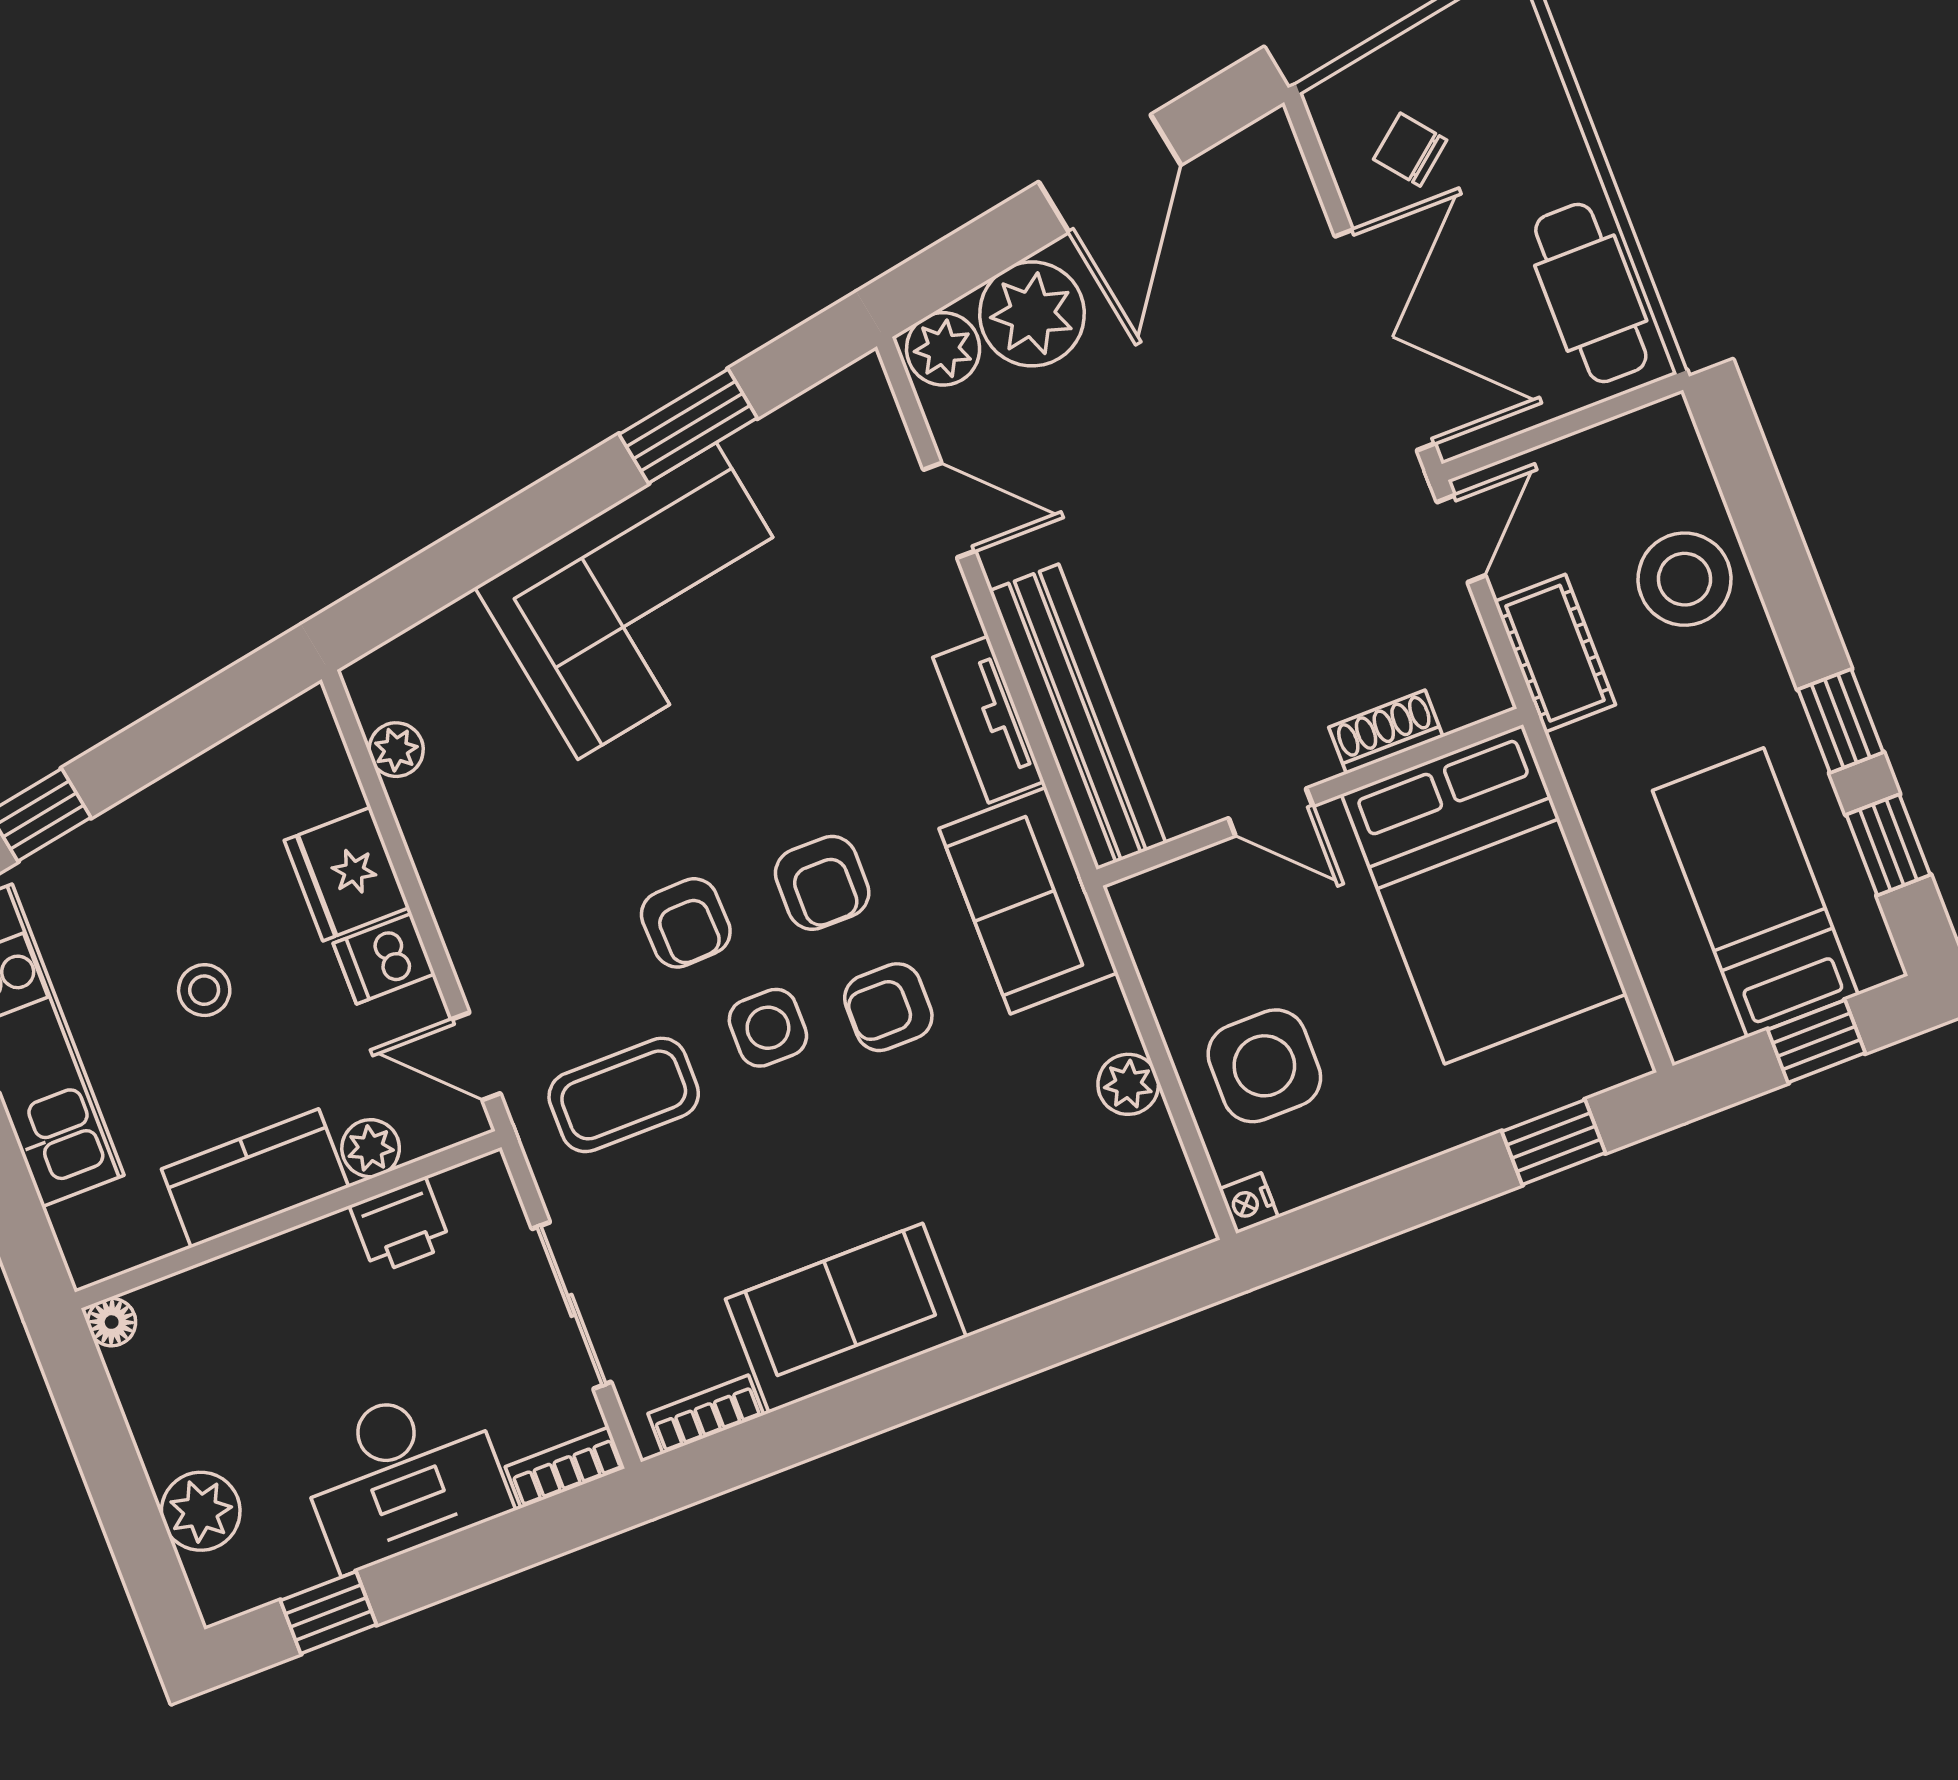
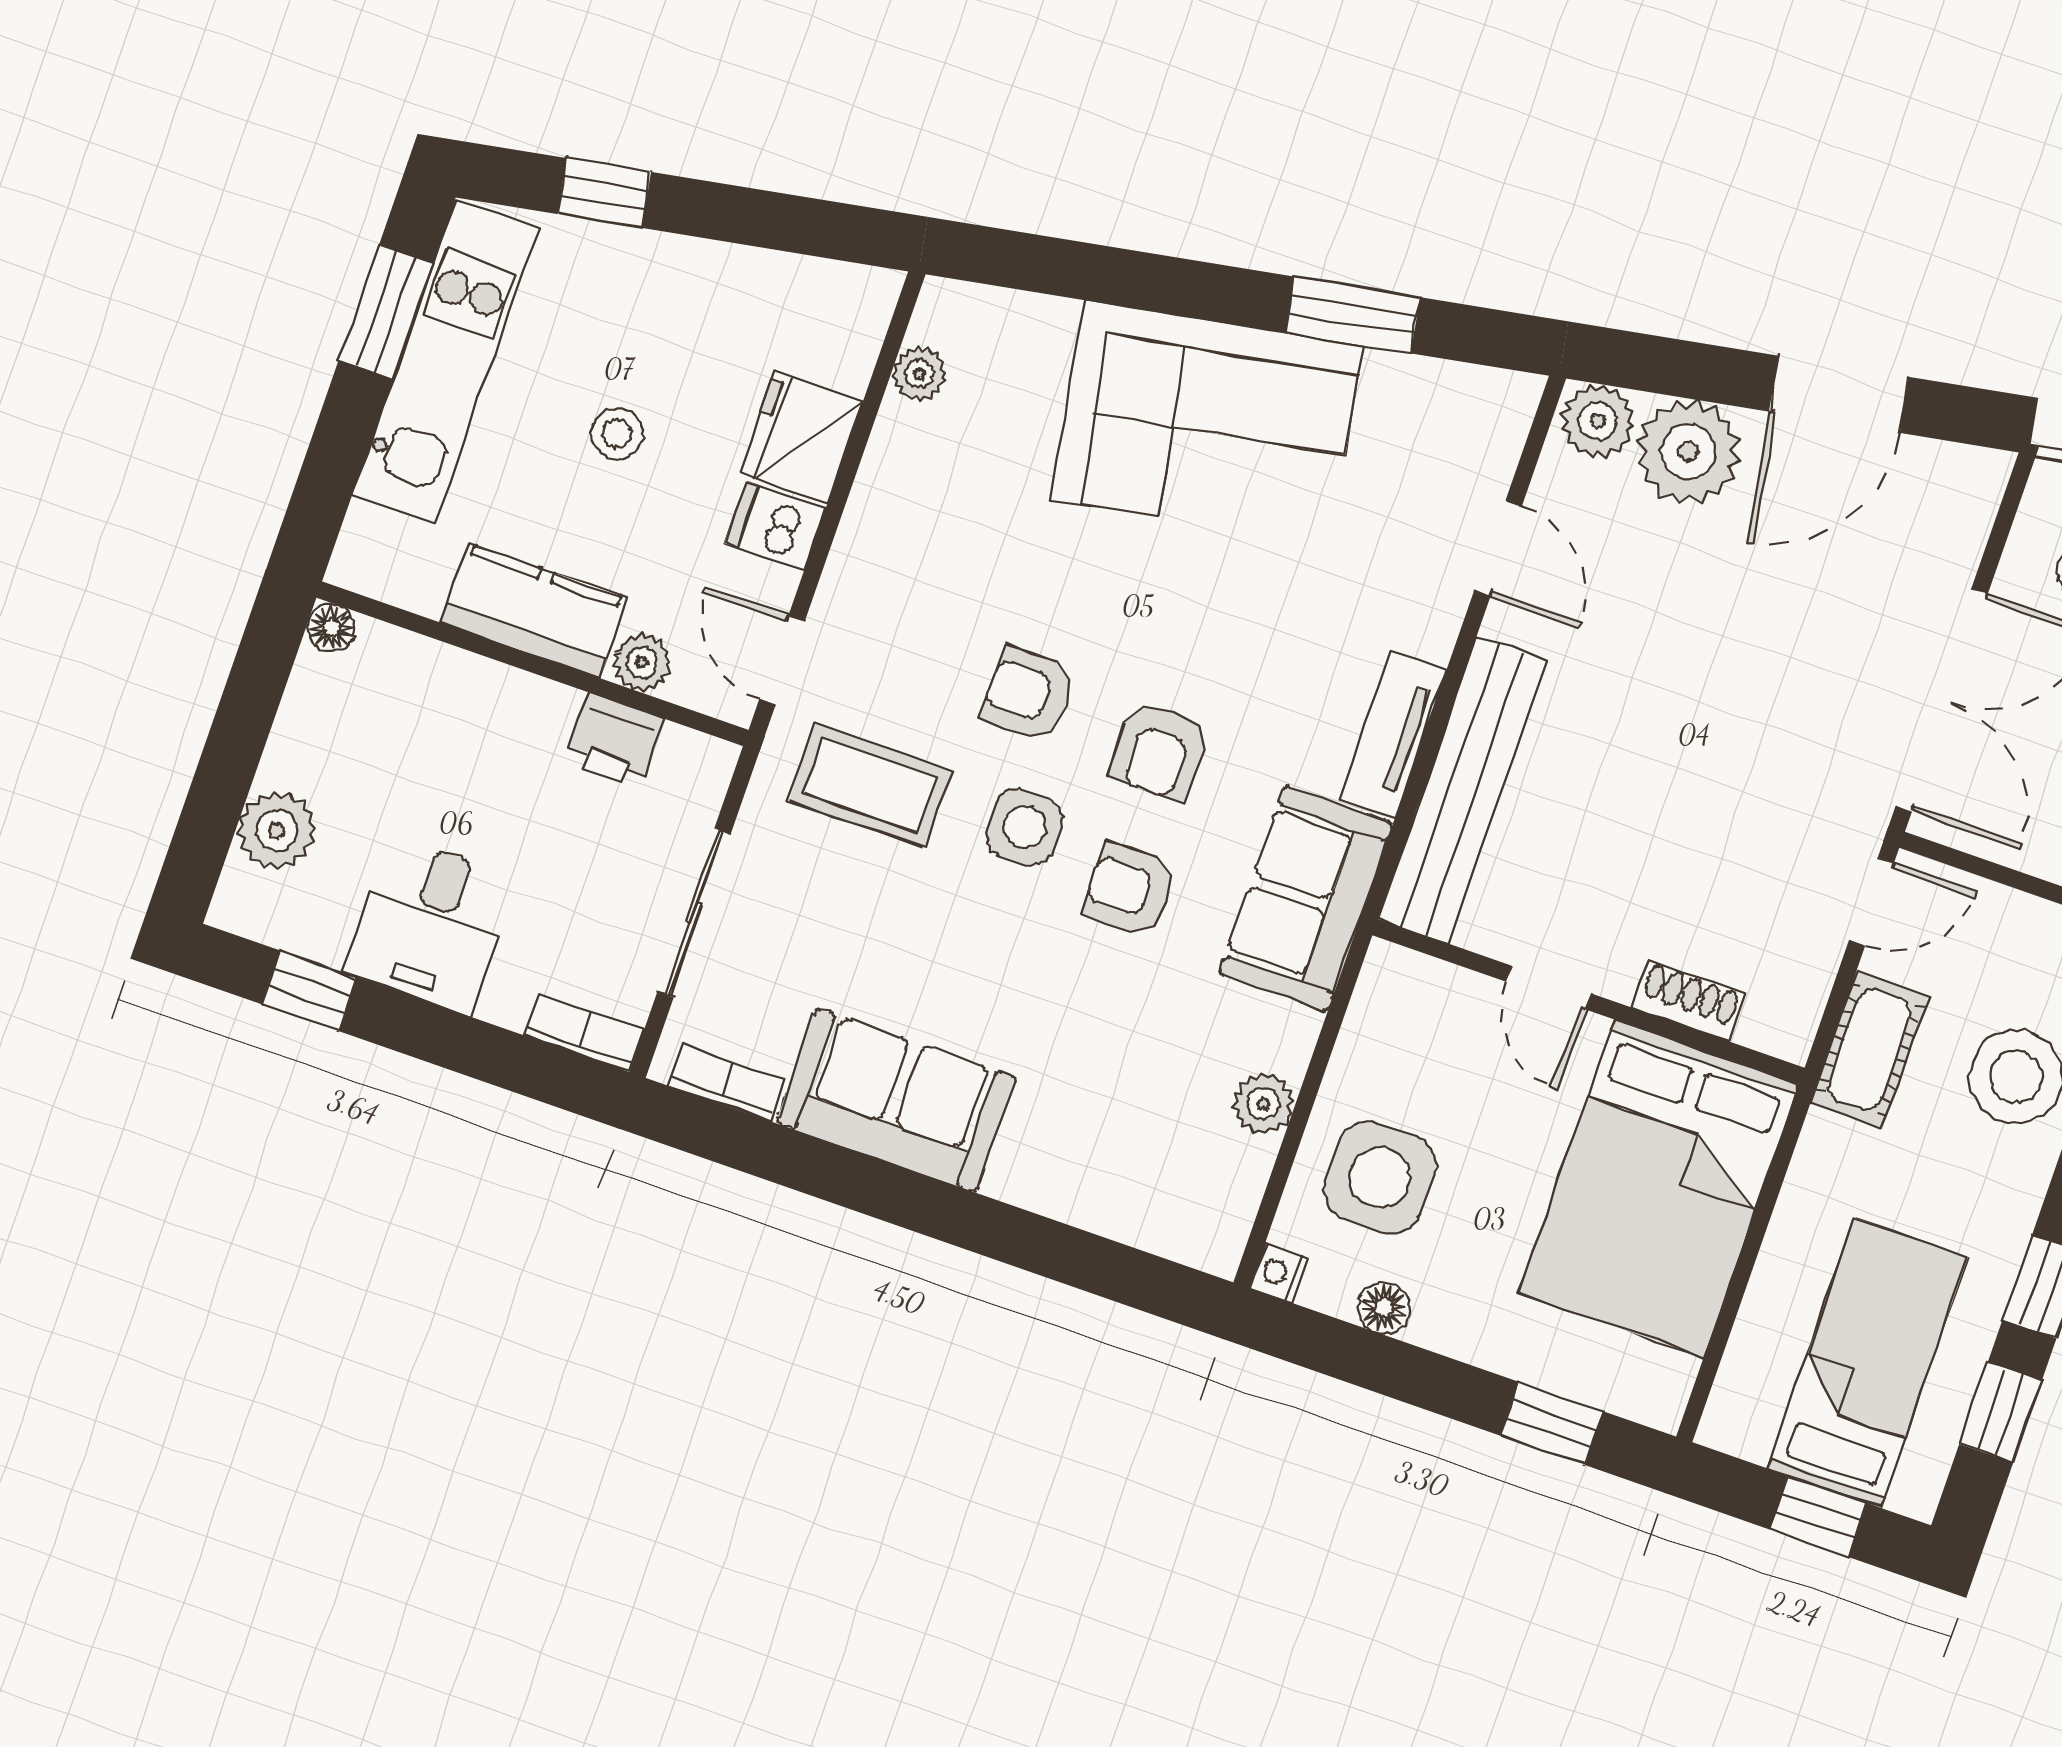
armchair: (686, 923) -> (1029, 694), turned 92
floor lamp: (1351, 1162) -> (1384, 1308), added
desk: (402, 1475) -> (431, 925), width x0.73

